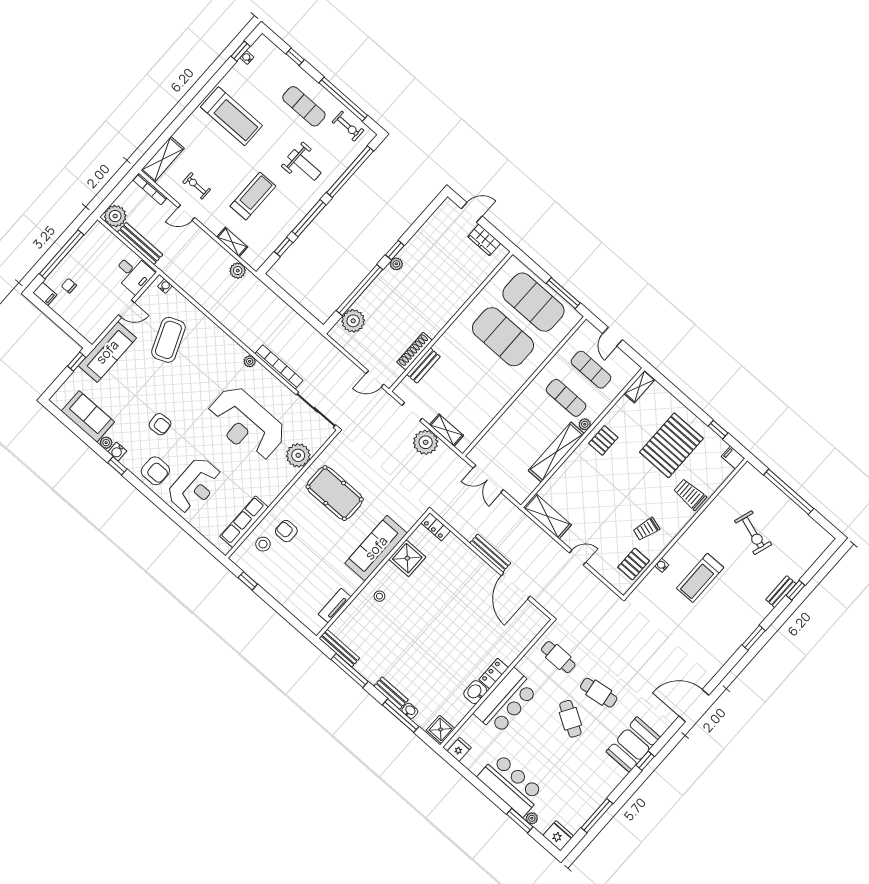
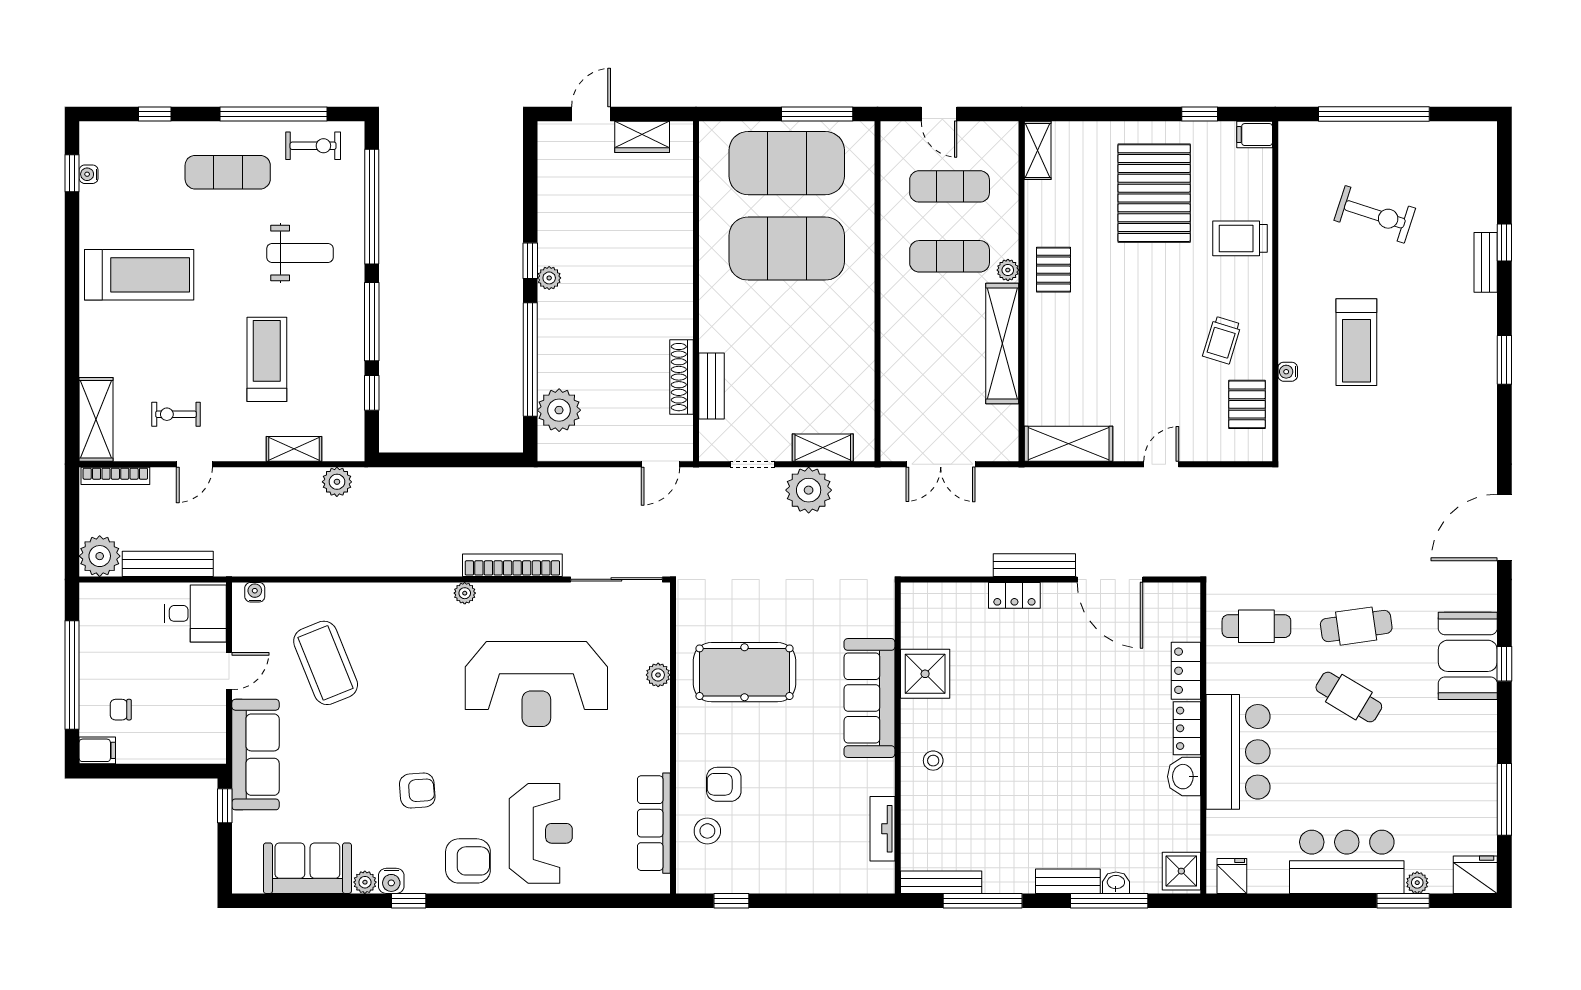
plant: (298, 455) -> (658, 675), width x0.53, depth x0.53
locker: (436, 527) -> (1014, 595), moved
locker: (514, 650) -> (1186, 671), added

